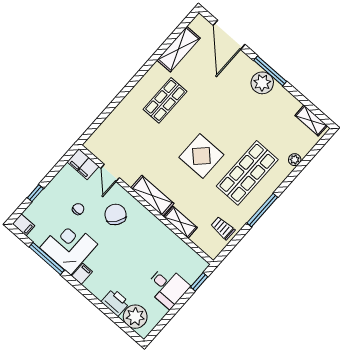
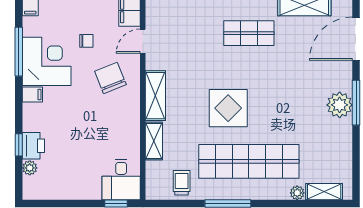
shelving: (311, 121) -> (324, 192), moved, turned 90
shop shelf: (247, 173) -> (249, 161), width x1.40
chair: (115, 215) -> (110, 78), turned -58
desk: (167, 287) -> (121, 179), moved
window: (107, 311) -> (19, 145), added
plant: (135, 317) -> (30, 168), width x0.53, depth x0.53

